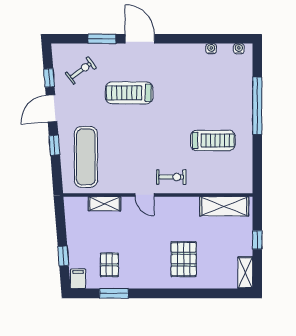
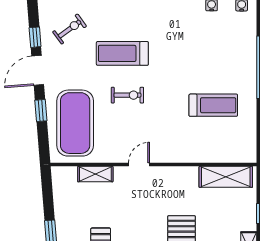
exercise mat: (86, 157) -> (75, 123), width x1.47
exercise bike: (171, 177) -> (127, 95), moved
door: (144, 195) -> (139, 165), swing flipped

